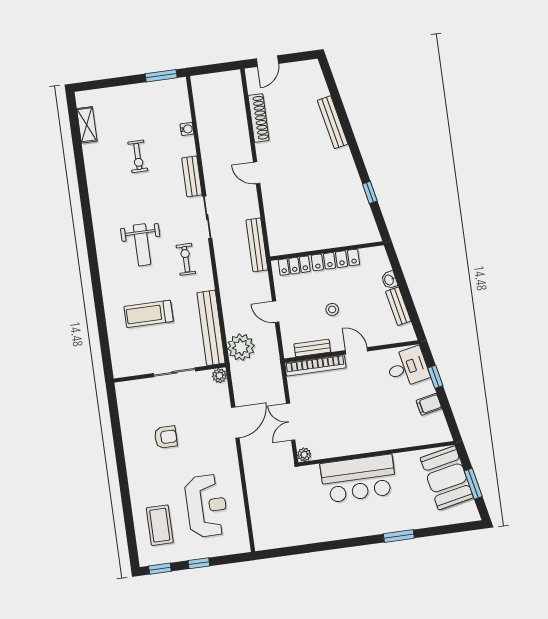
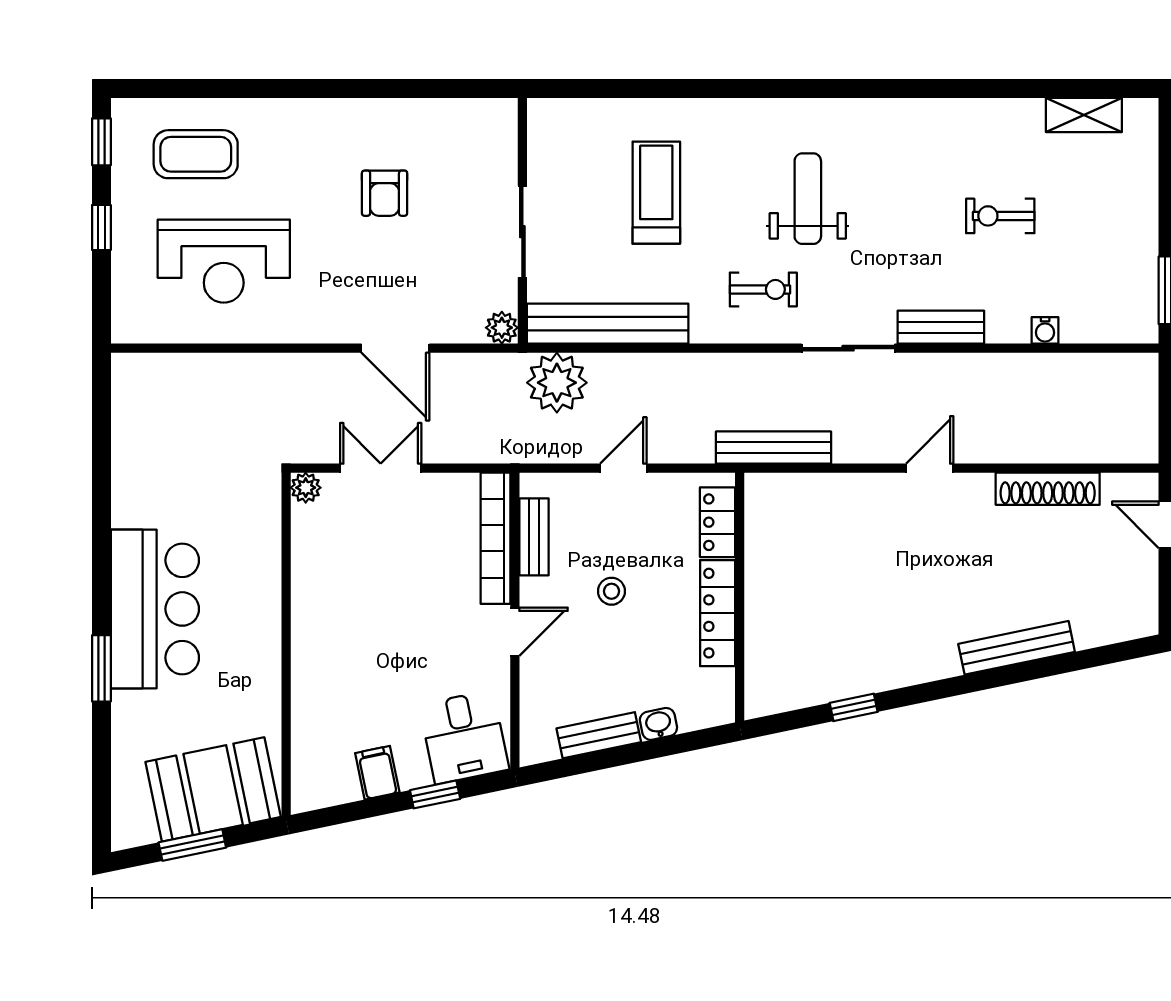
weight bench: (142, 245) -> (808, 199), turned 90
bar counter: (358, 479) -> (155, 609), moved, turned 180

